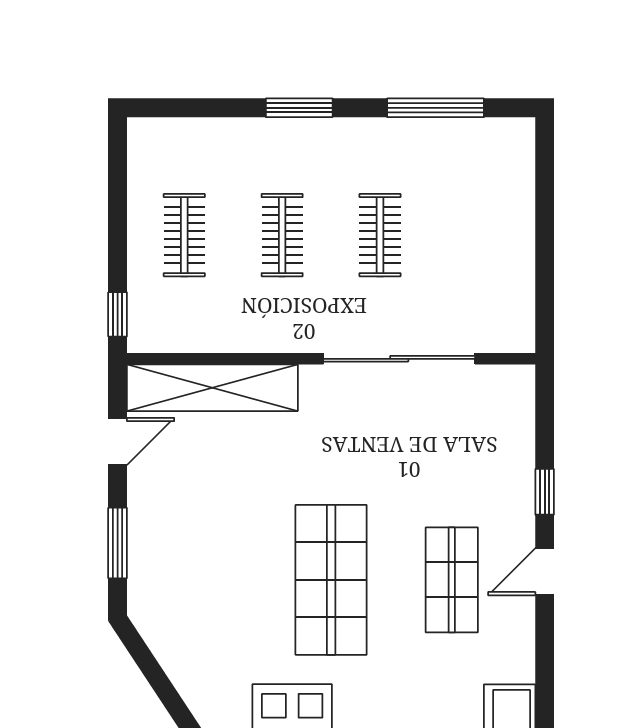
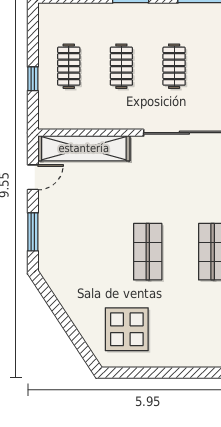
window: (118, 314) -> (33, 79), moved
shop shelf: (331, 580) -> (148, 252), width x0.70, depth x0.74

